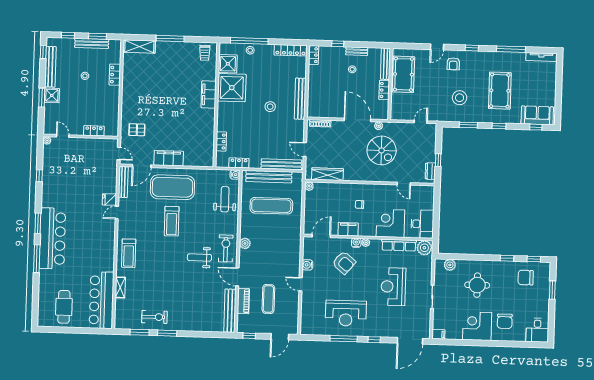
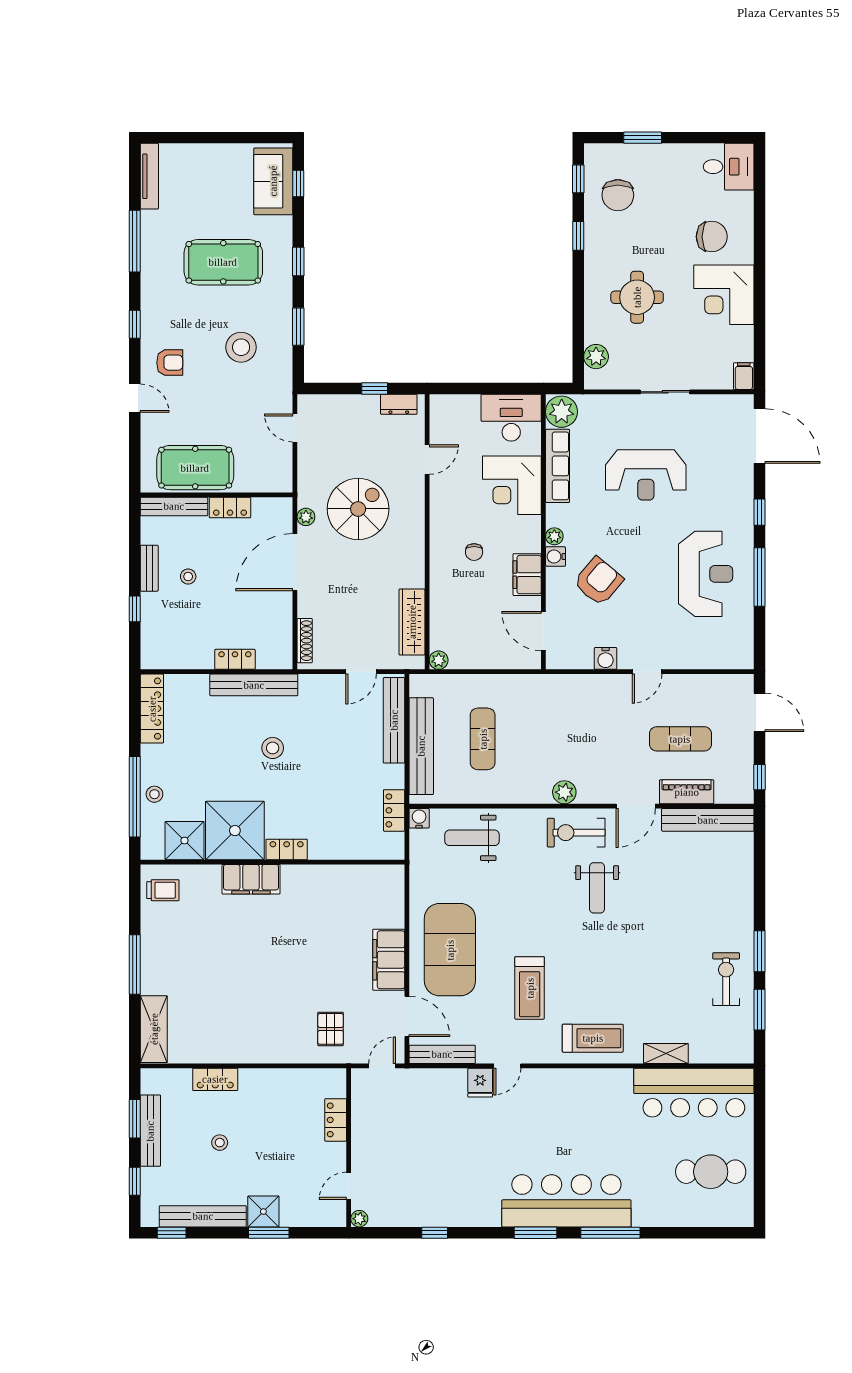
locker: (314, 55) -> (235, 659), moved
locker: (221, 141) -> (287, 849), moved
exercise mat: (271, 206) -> (483, 739), width x0.73, depth x0.69
door: (117, 213) -> (507, 1066), hinge flipped
treadmill: (172, 221) -> (530, 988), moved, turned 90

